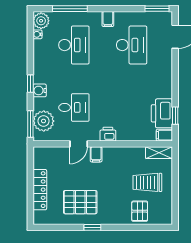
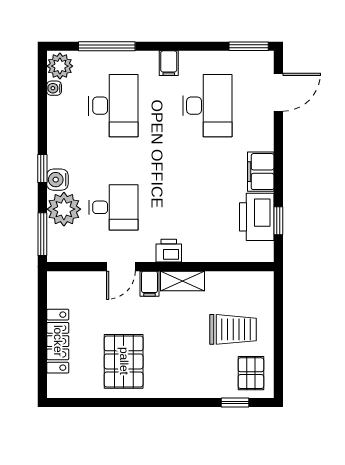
plant: (44, 121) -> (64, 209), moved
filing cabinet: (164, 135) -> (261, 172), moved, width x2.00
shelving: (159, 153) -> (183, 281), moved
trolley: (147, 182) -> (233, 329), turned 180
pallet: (80, 202) -> (124, 361), turned 90
pallet: (140, 211) -> (251, 373), moved
window: (92, 227) -> (235, 402), moved

